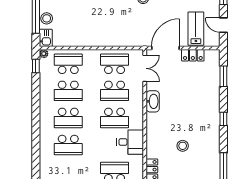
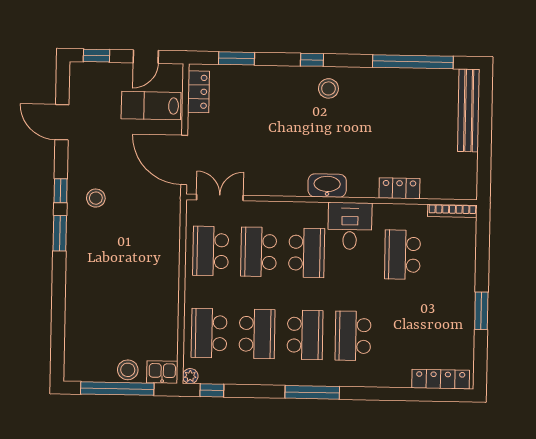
locker: (193, 55) -> (199, 92), moved
school desk: (115, 91) -> (259, 252), turned 180
washbasin: (153, 101) -> (327, 186), moved
window: (36, 123) -> (312, 392), added
school desk: (68, 145) -> (353, 336), turned 180
stool: (183, 146) -> (328, 88), moved

